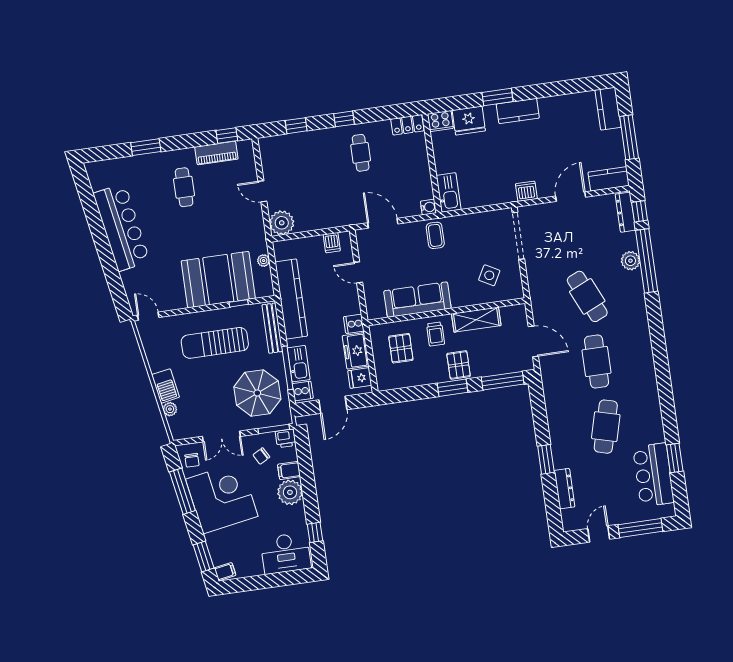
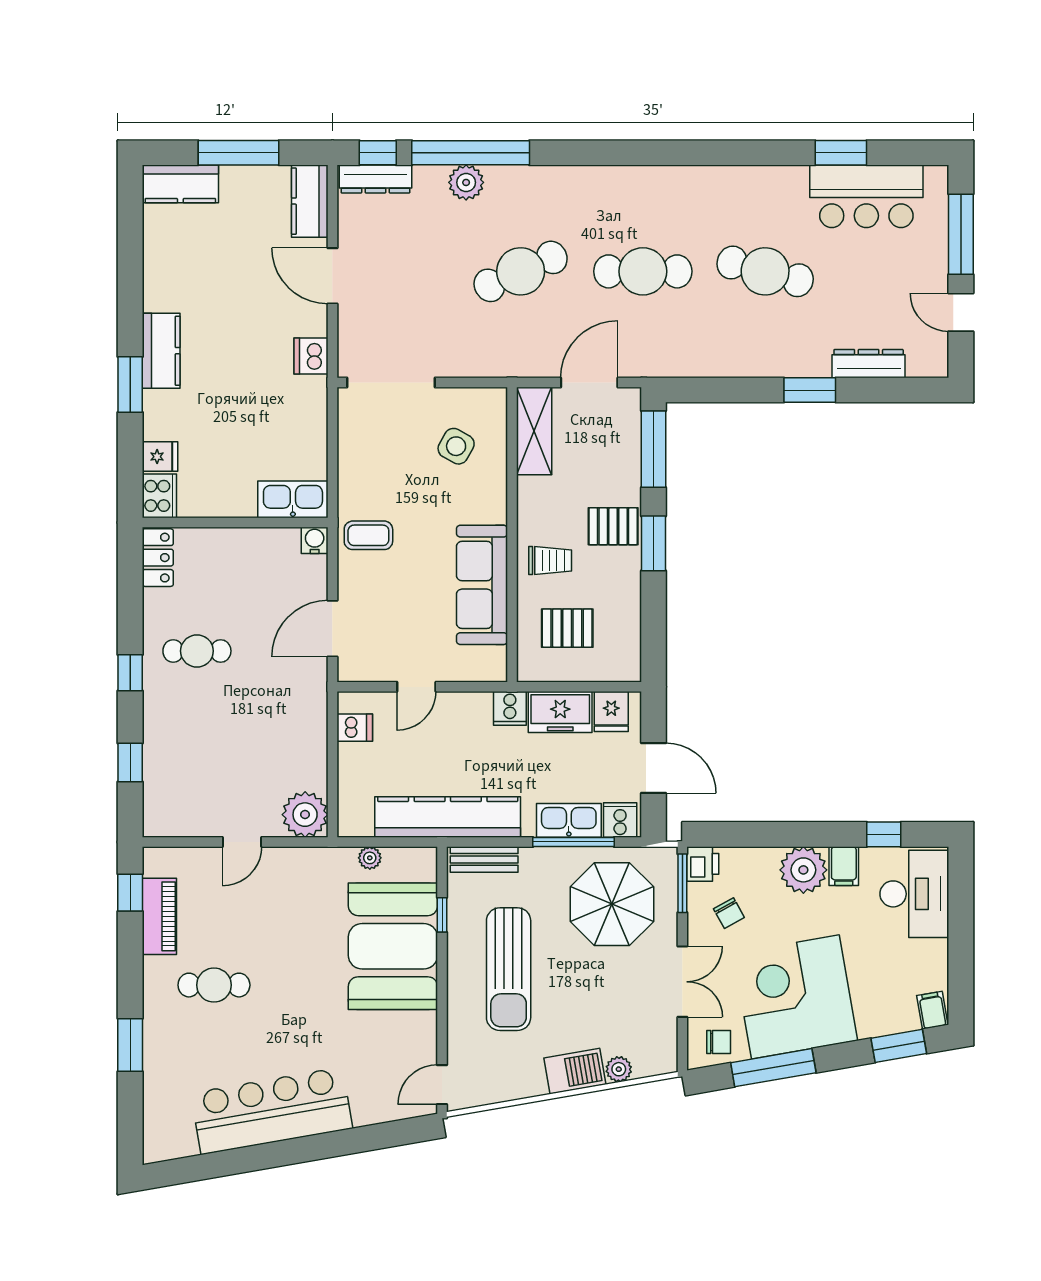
fridge: (469, 121) -> (160, 457), width x0.53, depth x0.75
shelving: (476, 320) -> (534, 431), moved
bench: (272, 328) -> (484, 859), width x0.73
filing cabinet: (289, 470) -> (844, 866), moved

